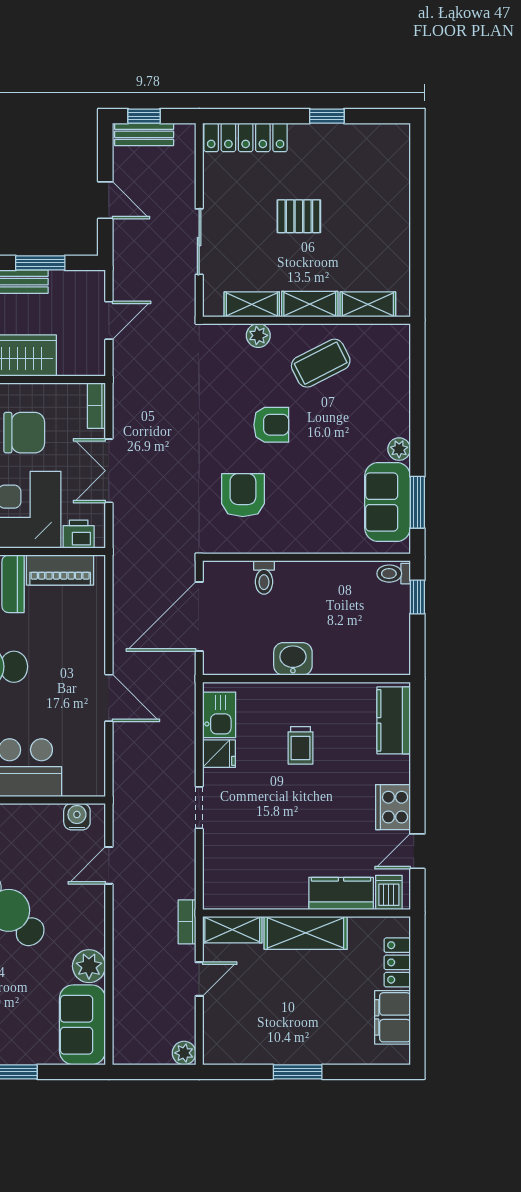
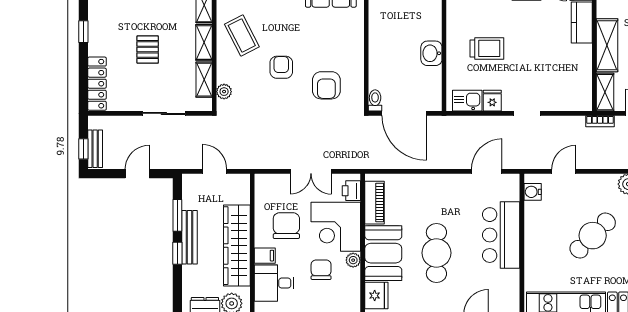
plant: (258, 335) -> (224, 92), moved
bookcase: (96, 406) -> (269, 179), removed
armchair: (243, 495) -> (326, 85), turned -90
toilet: (264, 577) -> (375, 100), moved, turned -90
door: (109, 698) -> (487, 171), moved
trolley: (300, 745) -> (487, 48), width x1.36, depth x1.39
door: (109, 865) -> (564, 171), swing flipped

